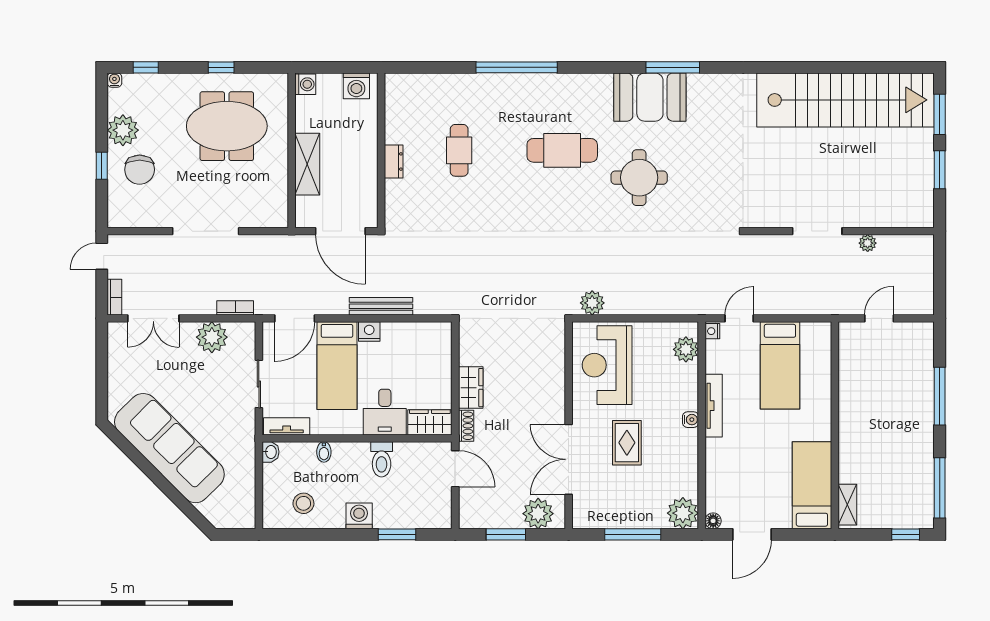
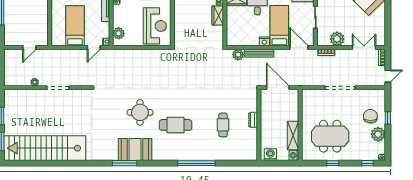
shelving: (307, 164) -> (293, 136), moved
plant: (592, 303) -> (238, 55), moved
door: (295, 318) -> (299, 47), hinge flipped

